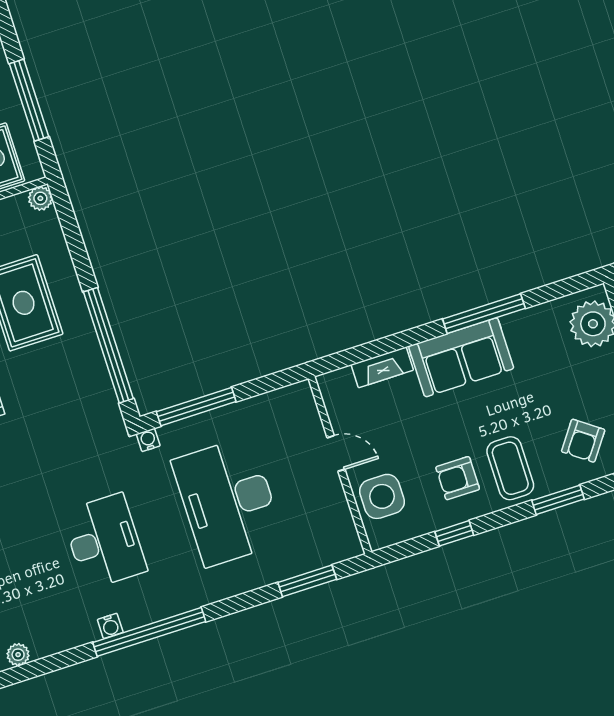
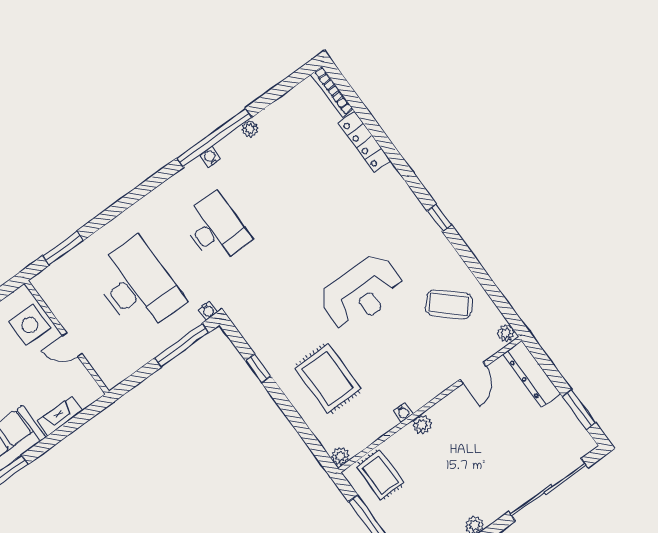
window: (108, 345) -> (258, 368), width x0.32
desk: (104, 541) -> (215, 229), turned 180
water cooler: (110, 626) -> (210, 157), moved
window: (149, 632) -> (214, 138), moved

